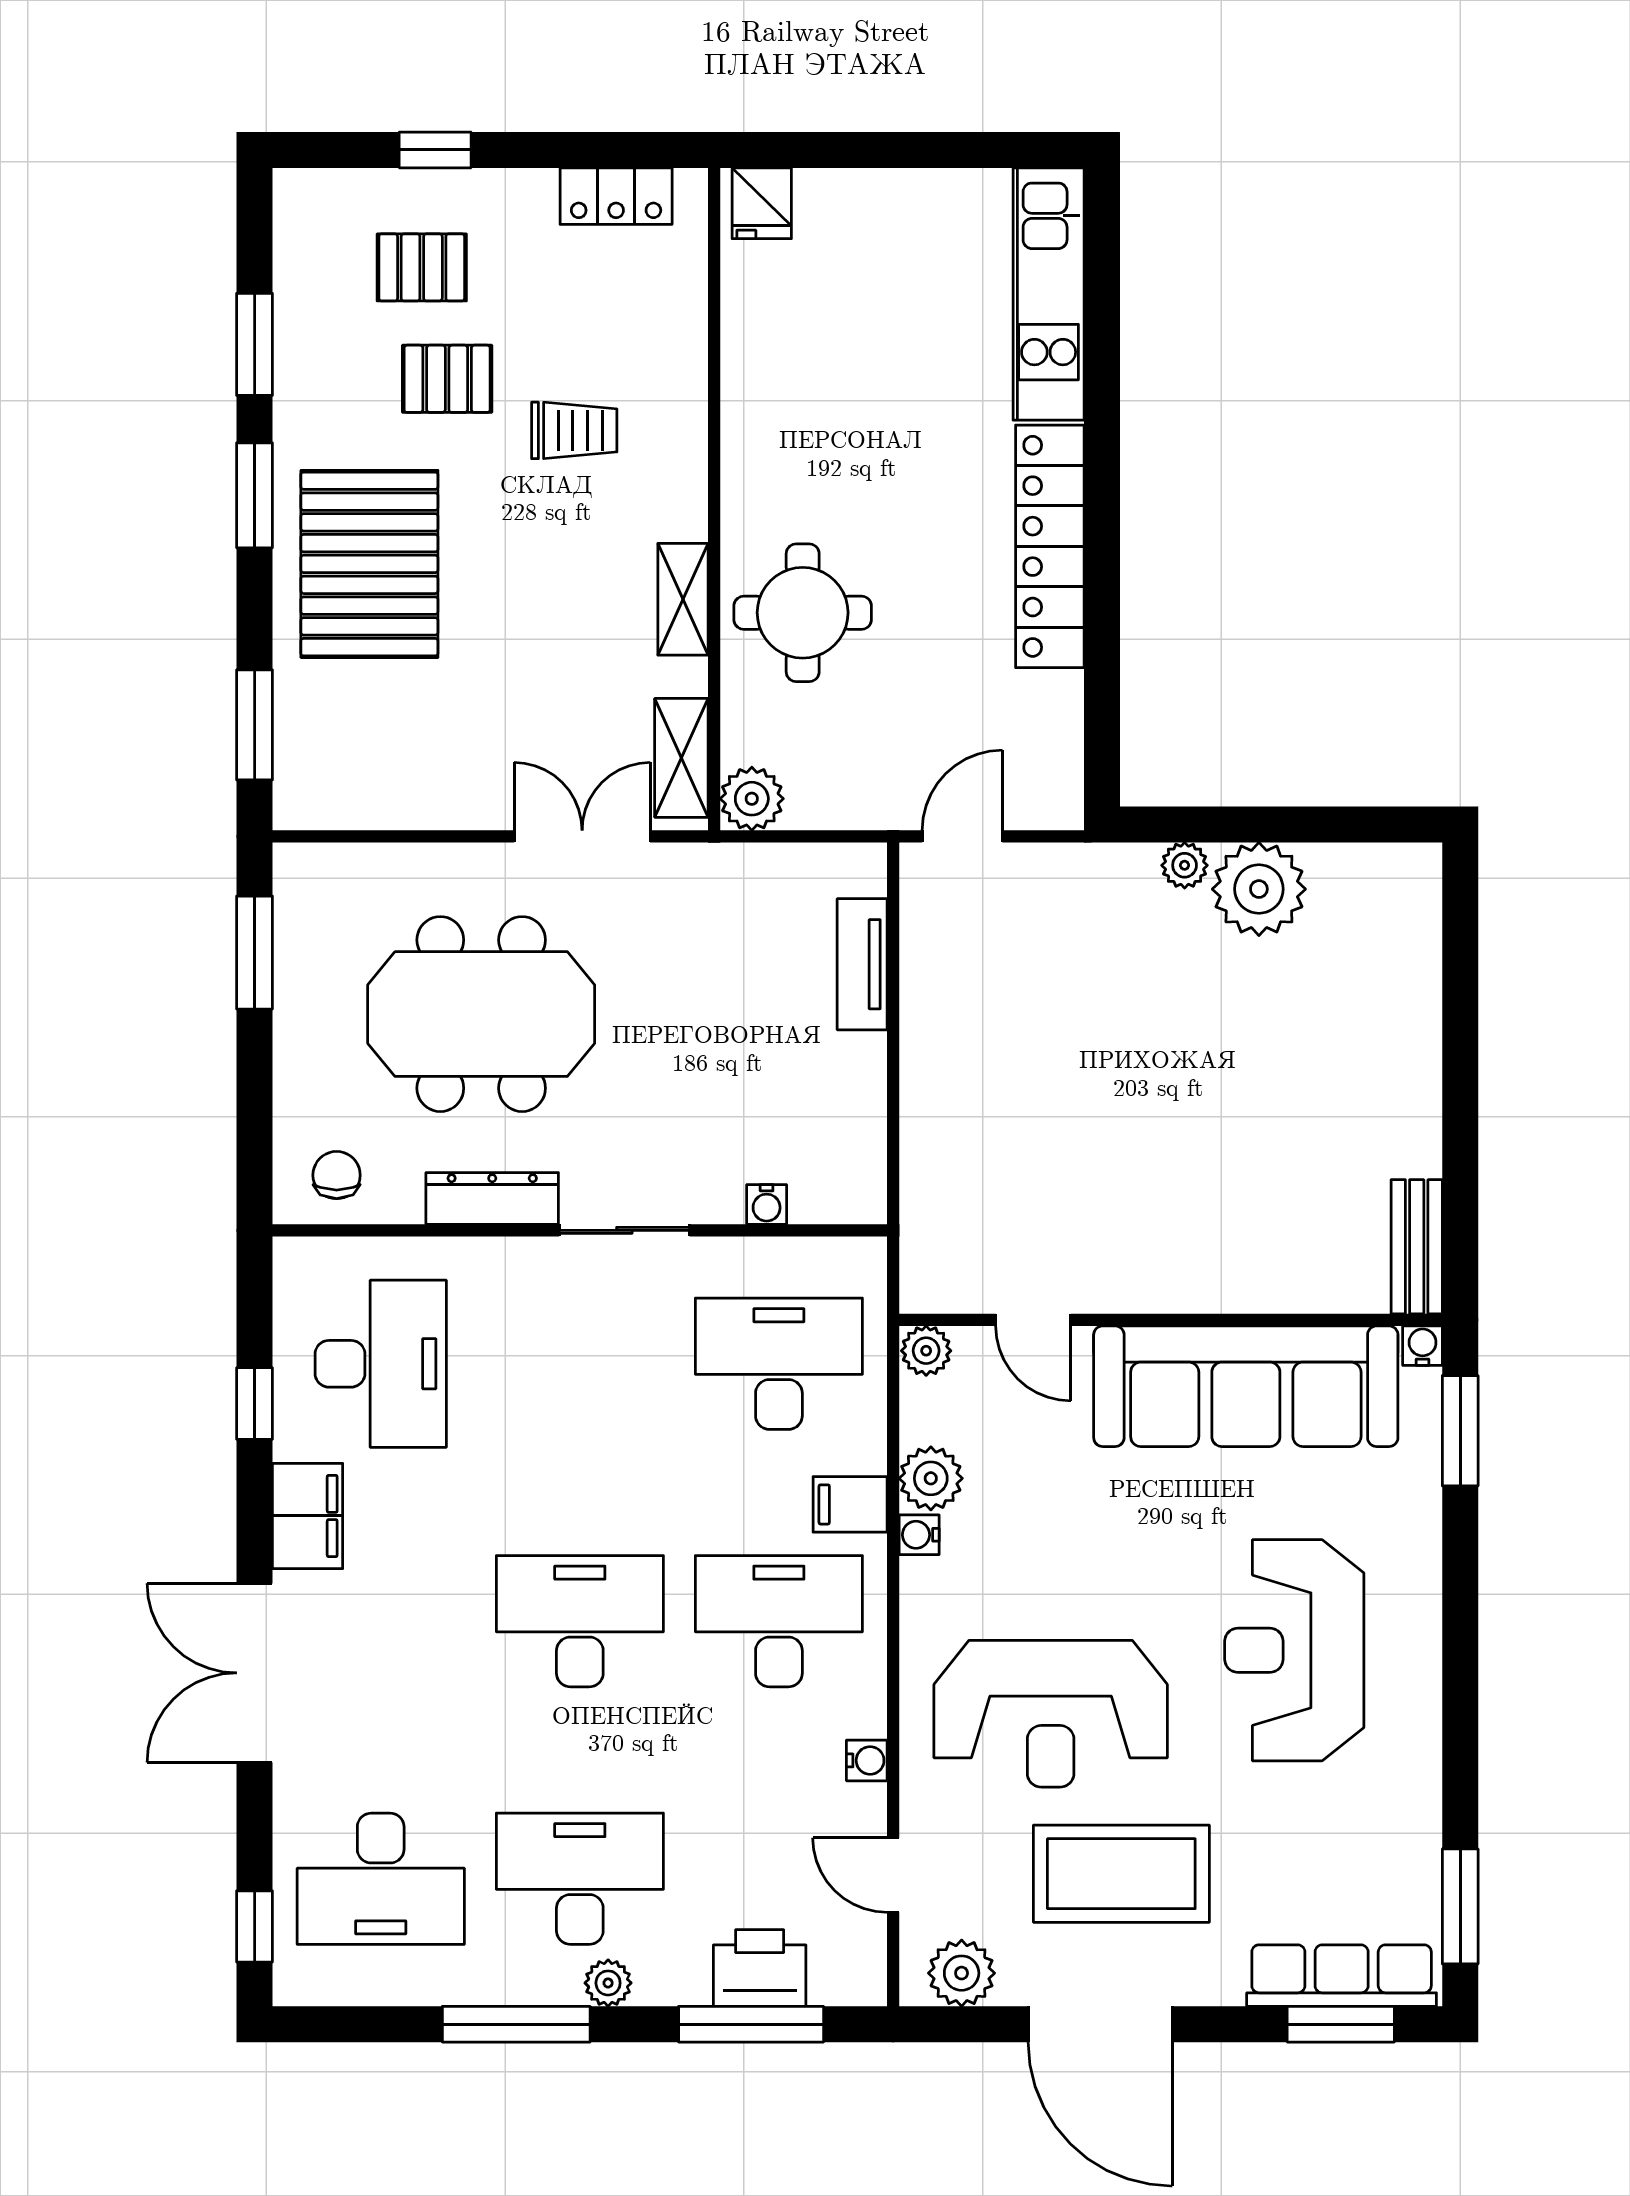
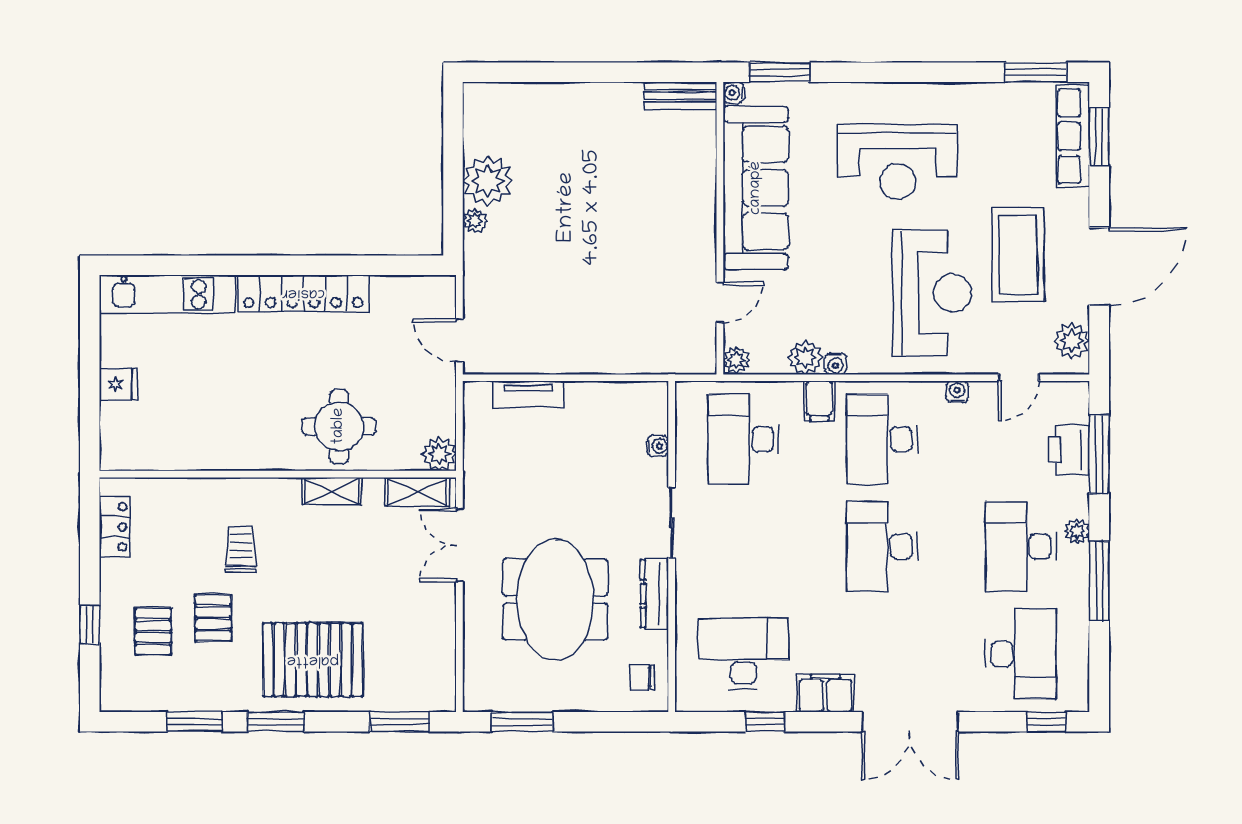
fridge: (762, 203) -> (119, 384), moved

